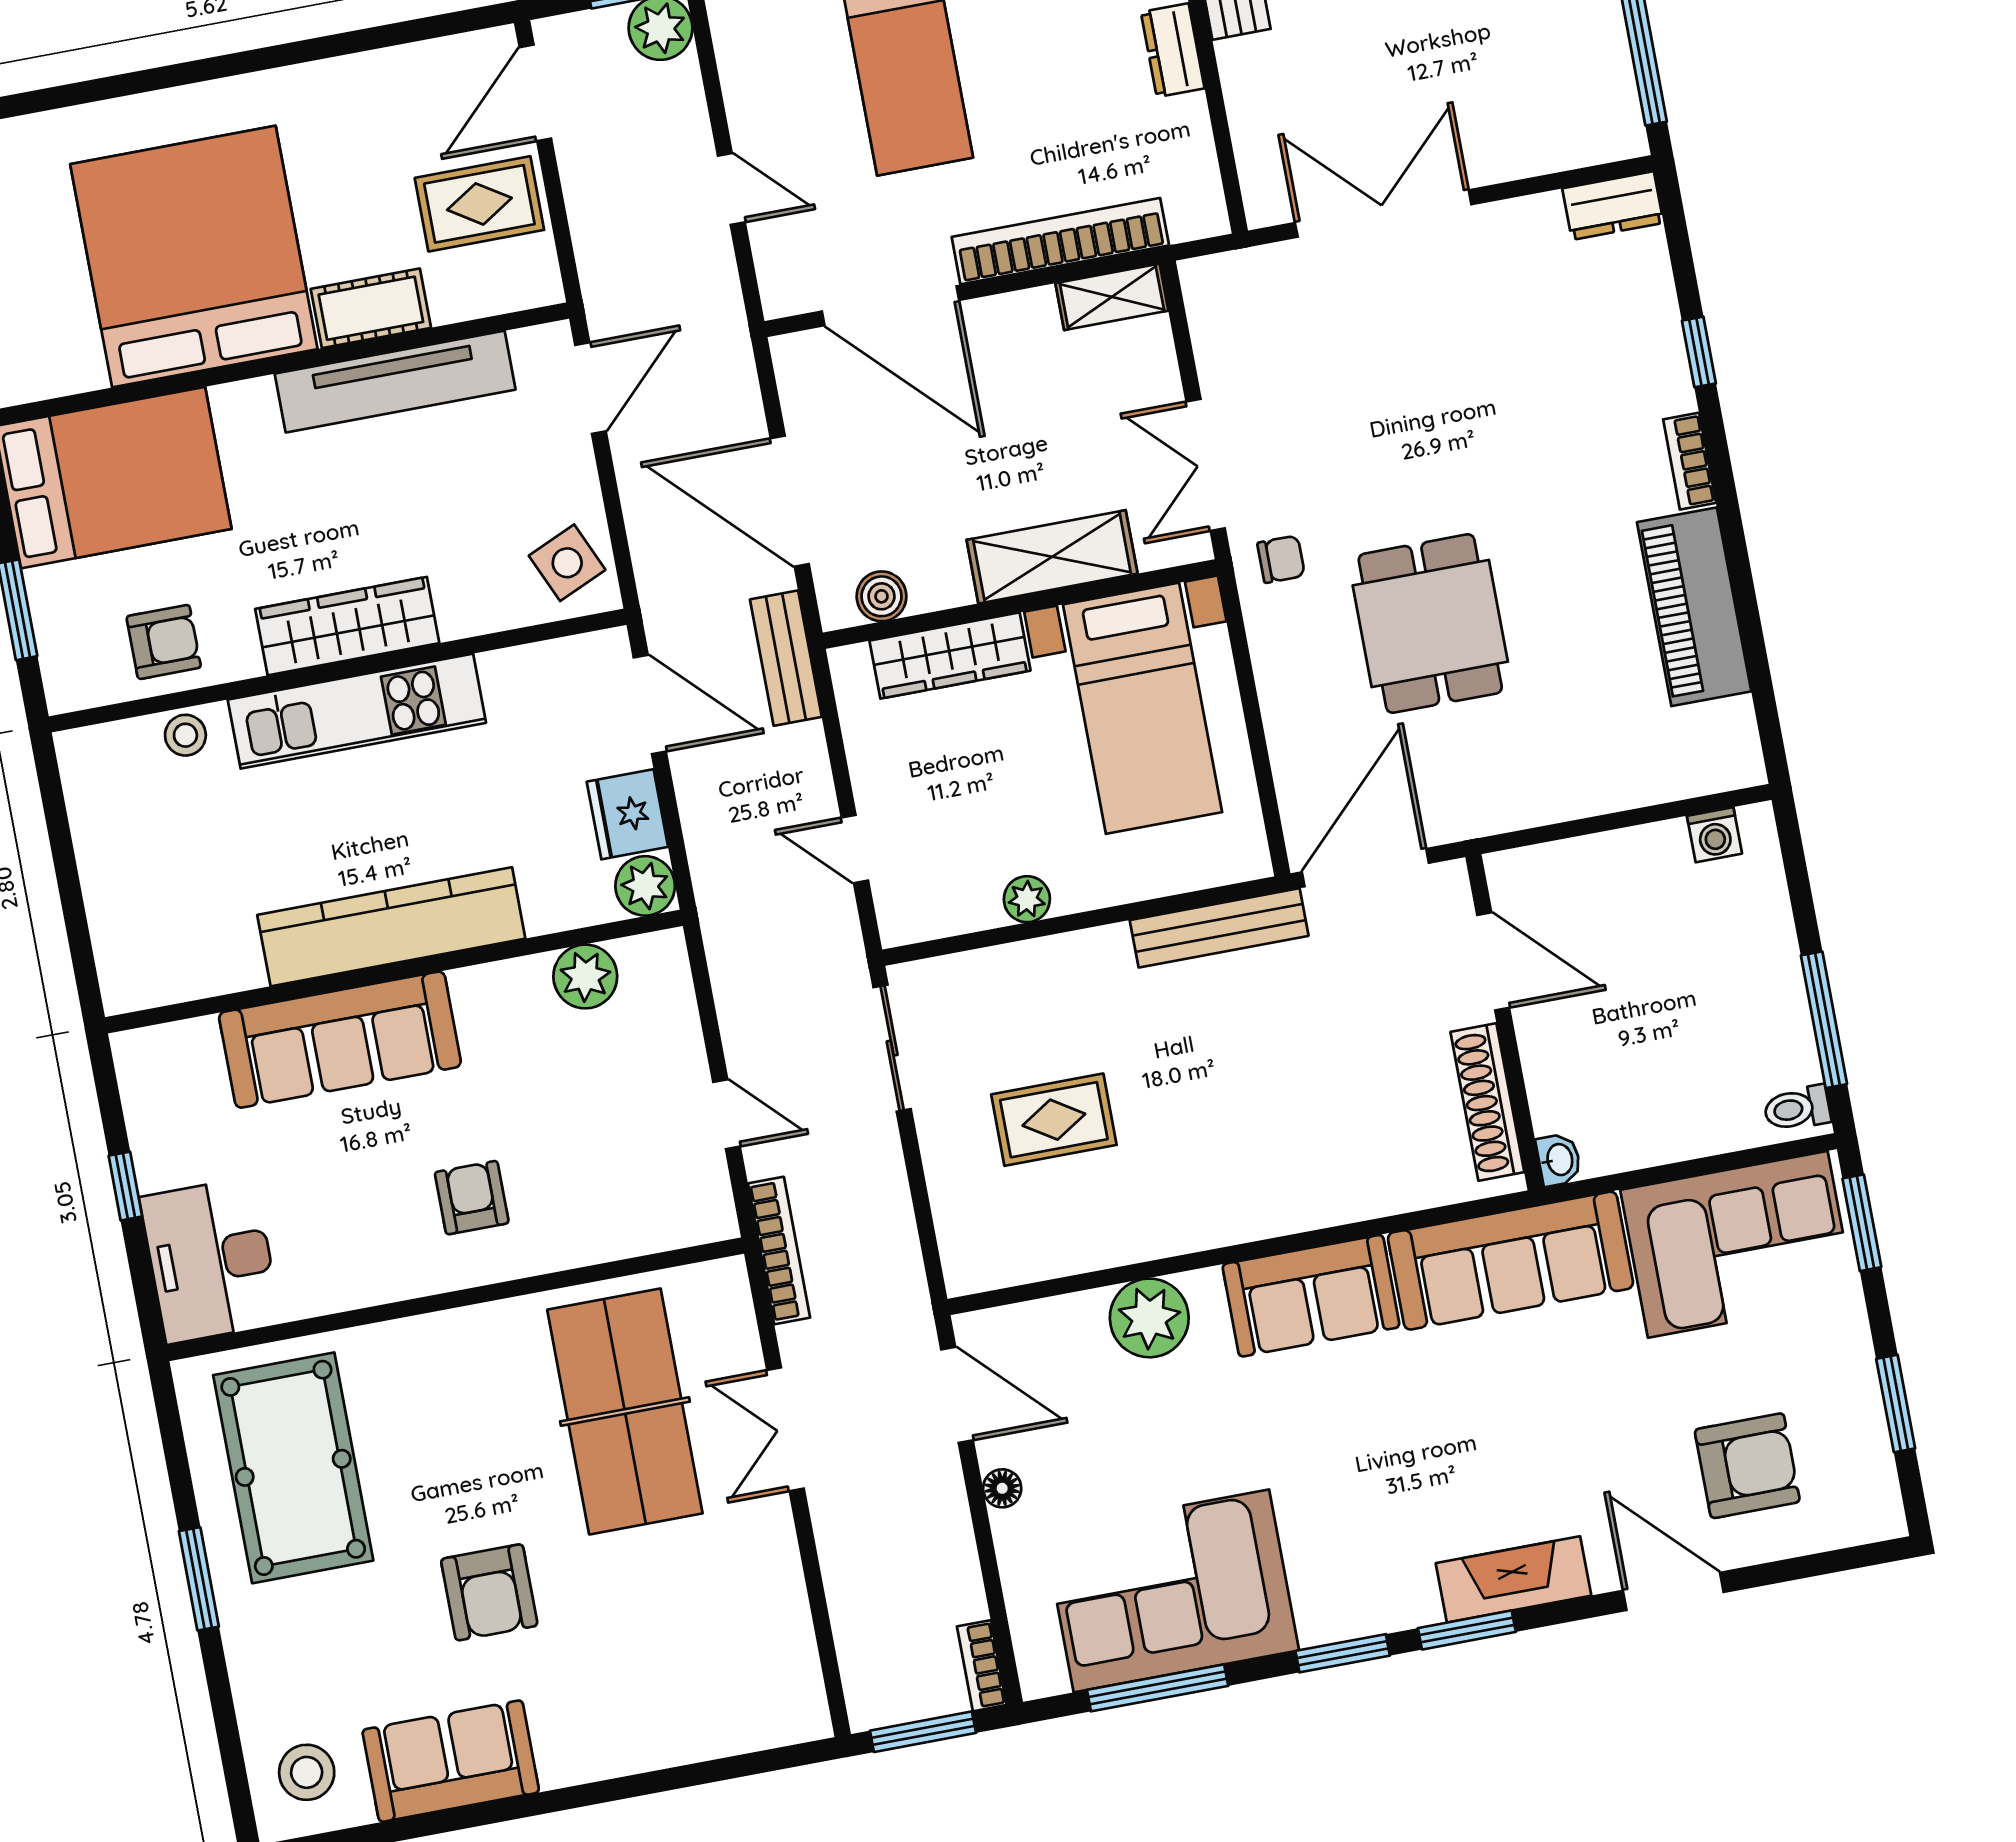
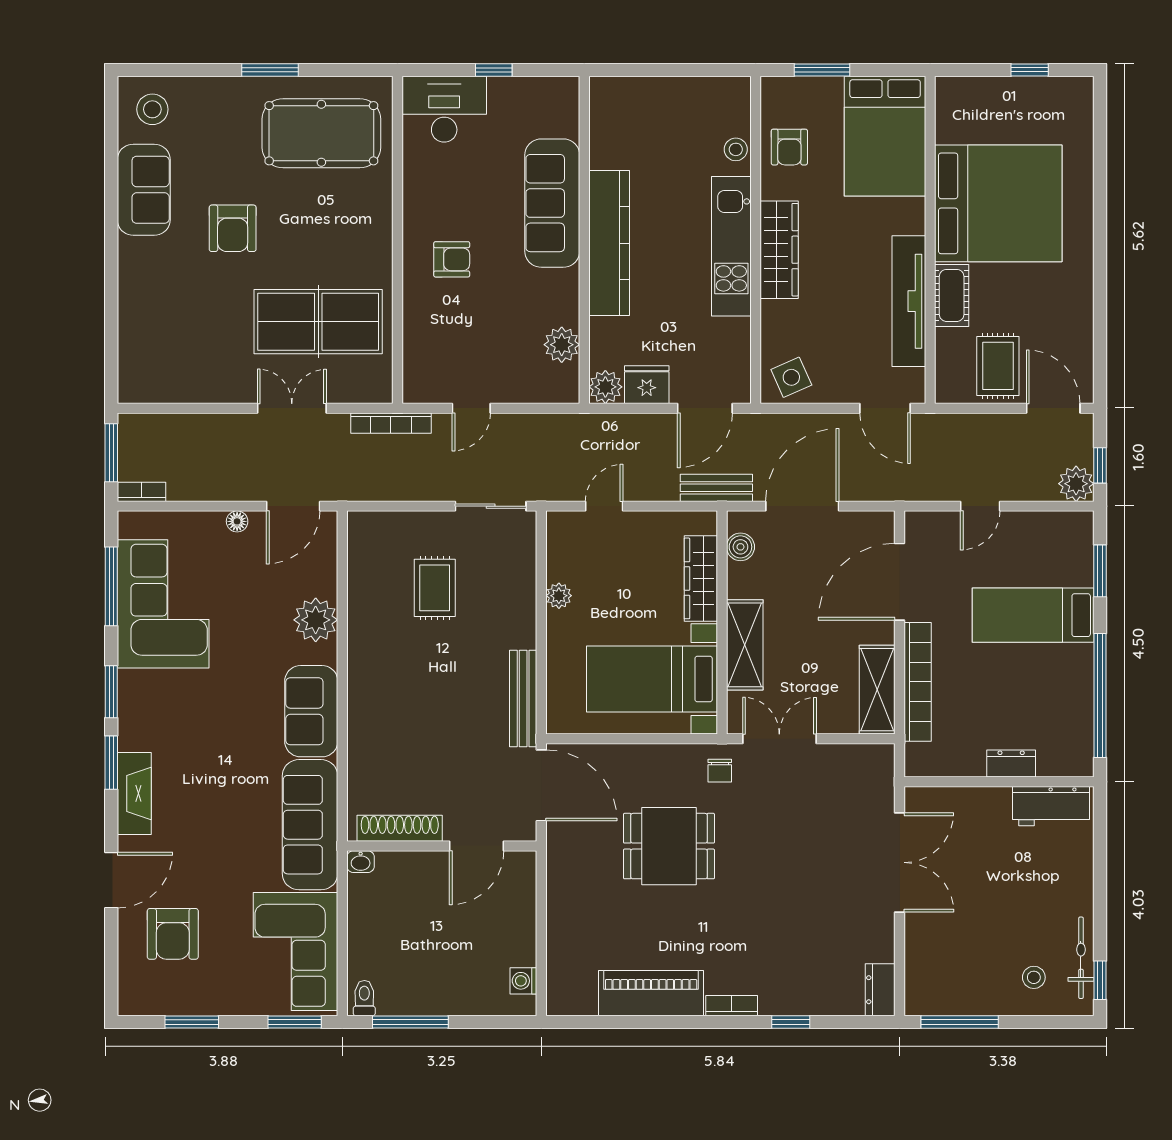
shelving: (1112, 297) -> (877, 690), width x1.50, depth x1.33
armchair: (489, 1592) -> (233, 228), turned -90

